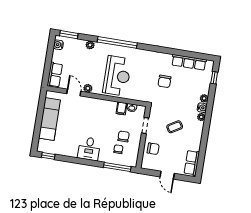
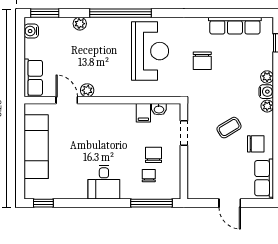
reception desk: (117, 76) -> (150, 51), moved
chair: (153, 149) -> (256, 144), moved

